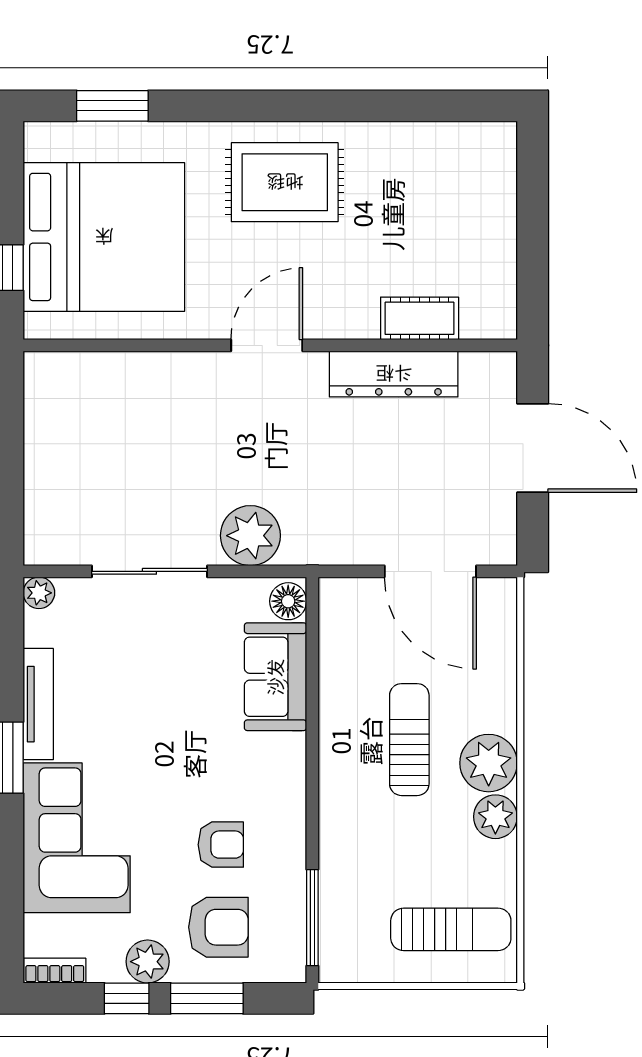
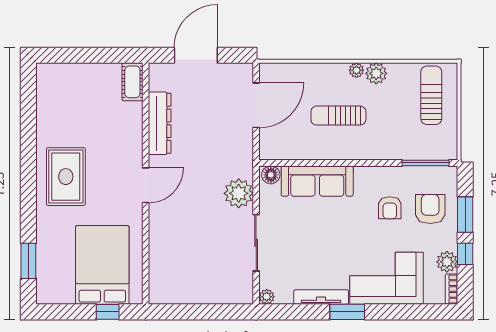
bed: (104, 237) -> (102, 265), width x0.73
cot: (420, 318) -> (132, 82), moved
door: (267, 345) -> (146, 185), swing flipped
sofa: (275, 677) -> (317, 181), width x1.36
plant: (489, 763) -> (356, 70), width x0.53, depth x0.53
armchair: (221, 845) -> (390, 208), turned 180
plant: (148, 962) -> (447, 262), moved

